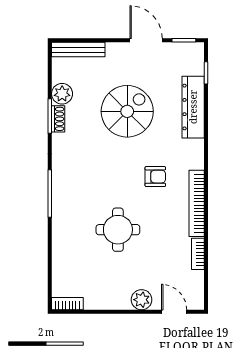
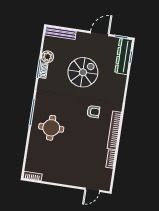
door: (146, 40) -> (100, 34), hinge flipped
dresser: (193, 107) -> (124, 56), moved
round table: (118, 230) -> (51, 128), moved
plant: (142, 300) -> (75, 180), removed
door: (174, 312) -> (92, 190), swing flipped

